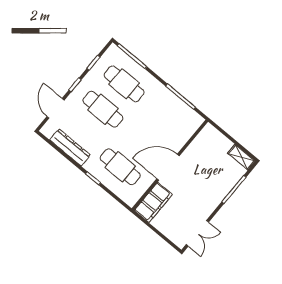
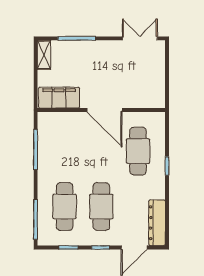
dresser: (70, 147) -> (157, 223), moved
filing cabinet: (153, 202) -> (59, 98), moved

